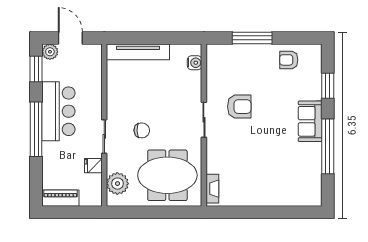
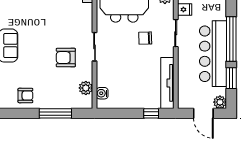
window: (134, 38) -> (151, 113), added
tv unit: (138, 52) -> (167, 83), moved, turned -90
window: (36, 69) -> (231, 78), moved
plant: (215, 69) -> (86, 88), added
bar counter: (58, 111) -> (213, 54), width x1.36

